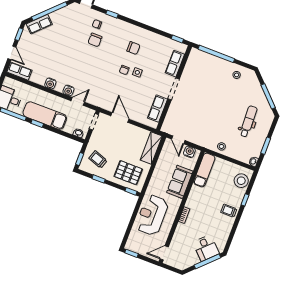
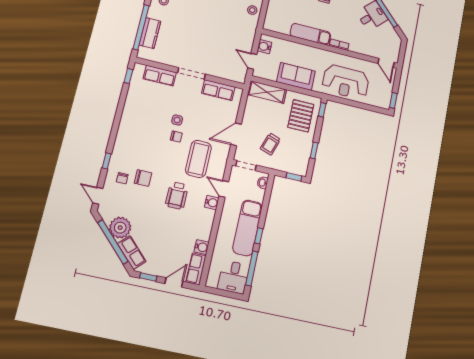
plant: (59, 18) -> (120, 228), added
chair: (133, 48) -> (147, 129), removed
kitchen counter: (211, 60) -> (150, 33), added
wheelchair: (78, 64) -> (177, 196), added
water cooler: (50, 83) -> (202, 247), moved
coffee table: (104, 85) -> (198, 159), added
door: (178, 140) -> (252, 61), swing flipped
trolley: (98, 159) -> (270, 144), moved
exam couch: (204, 170) -> (310, 34), moved
sofa: (180, 182) -> (296, 76), moved, turned 180

